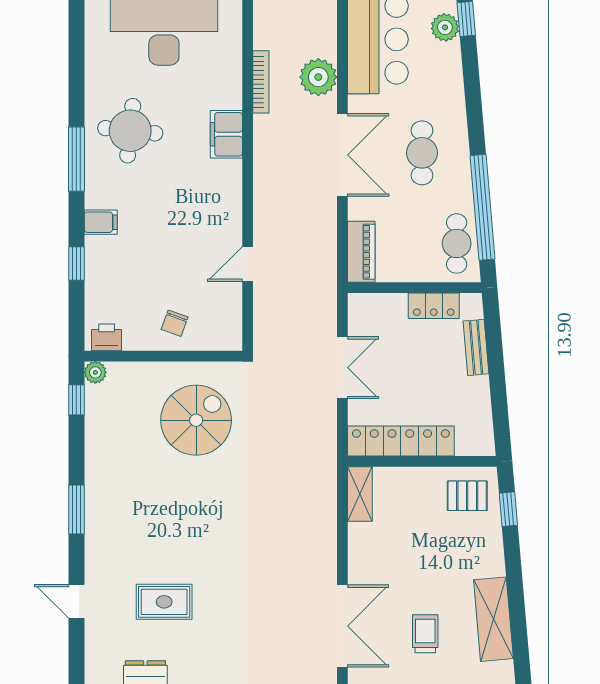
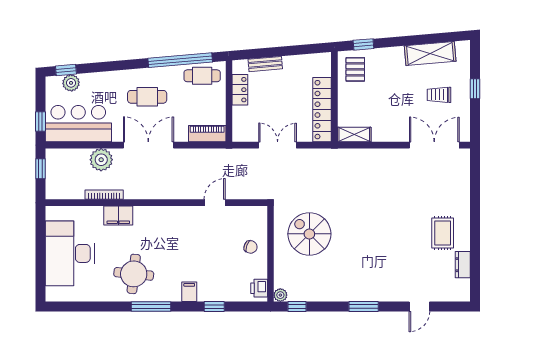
filing cabinet: (226, 134) -> (118, 216), moved
door: (248, 264) -> (215, 203), swing flipped
rug: (164, 602) -> (443, 233), moved

